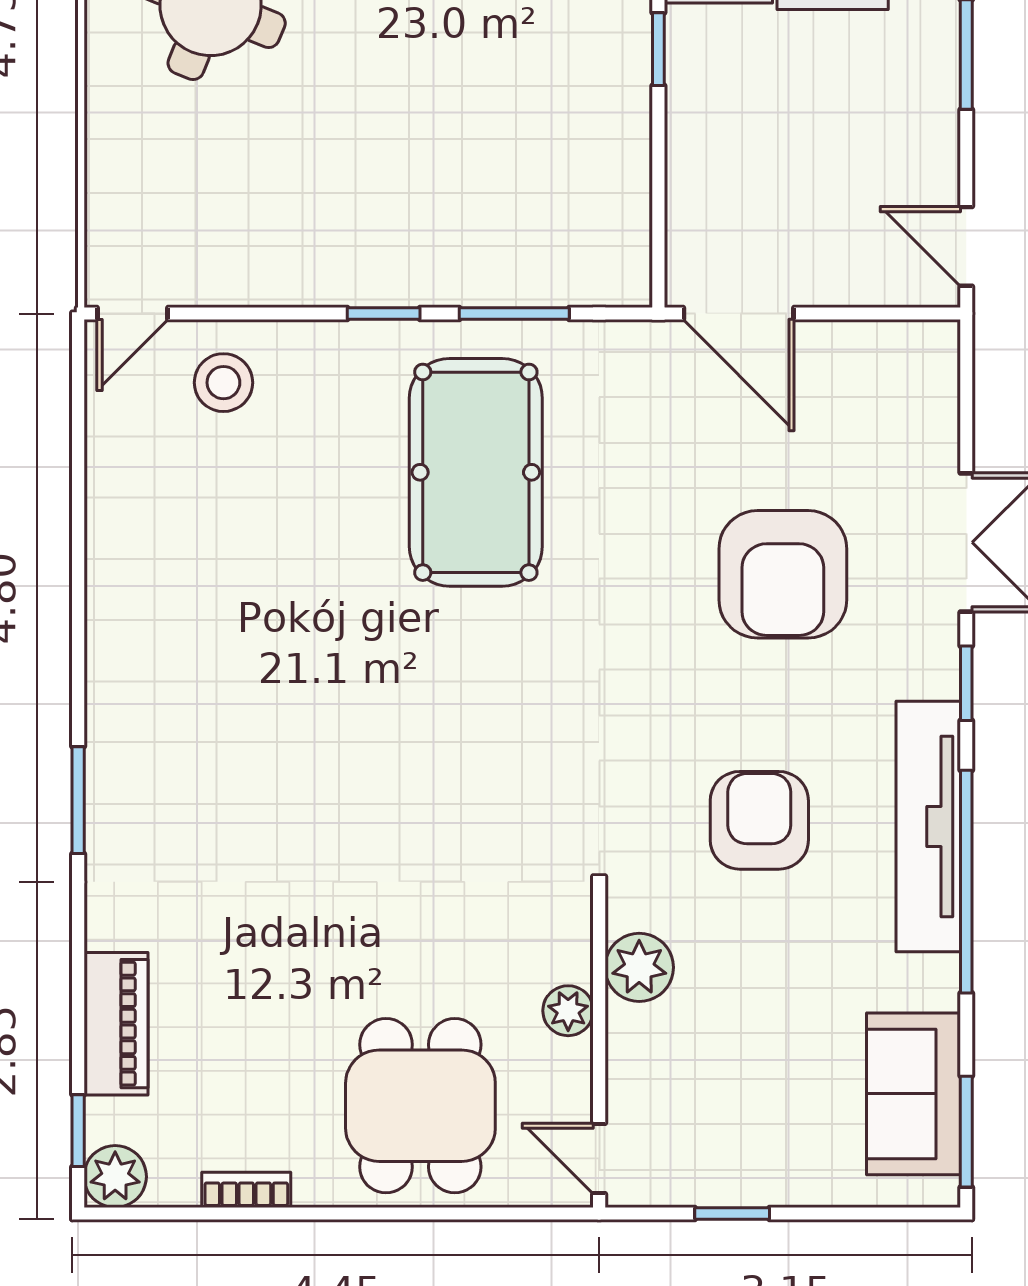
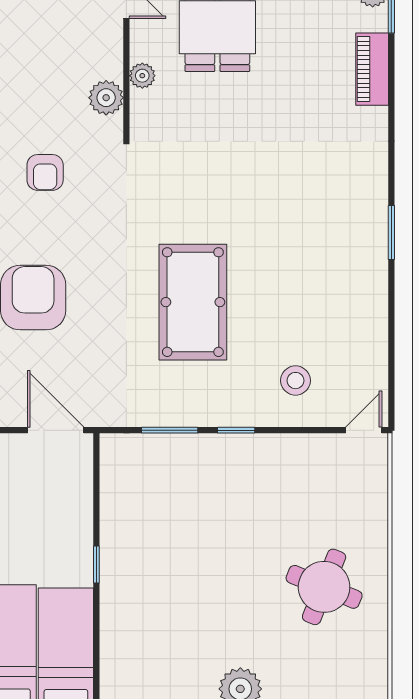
stool: (223, 383) -> (296, 381), moved
pool table: (476, 472) -> (193, 302), moved
window: (78, 800) -> (391, 233), moved
armchair: (759, 820) -> (45, 172), width x0.72, depth x0.72

